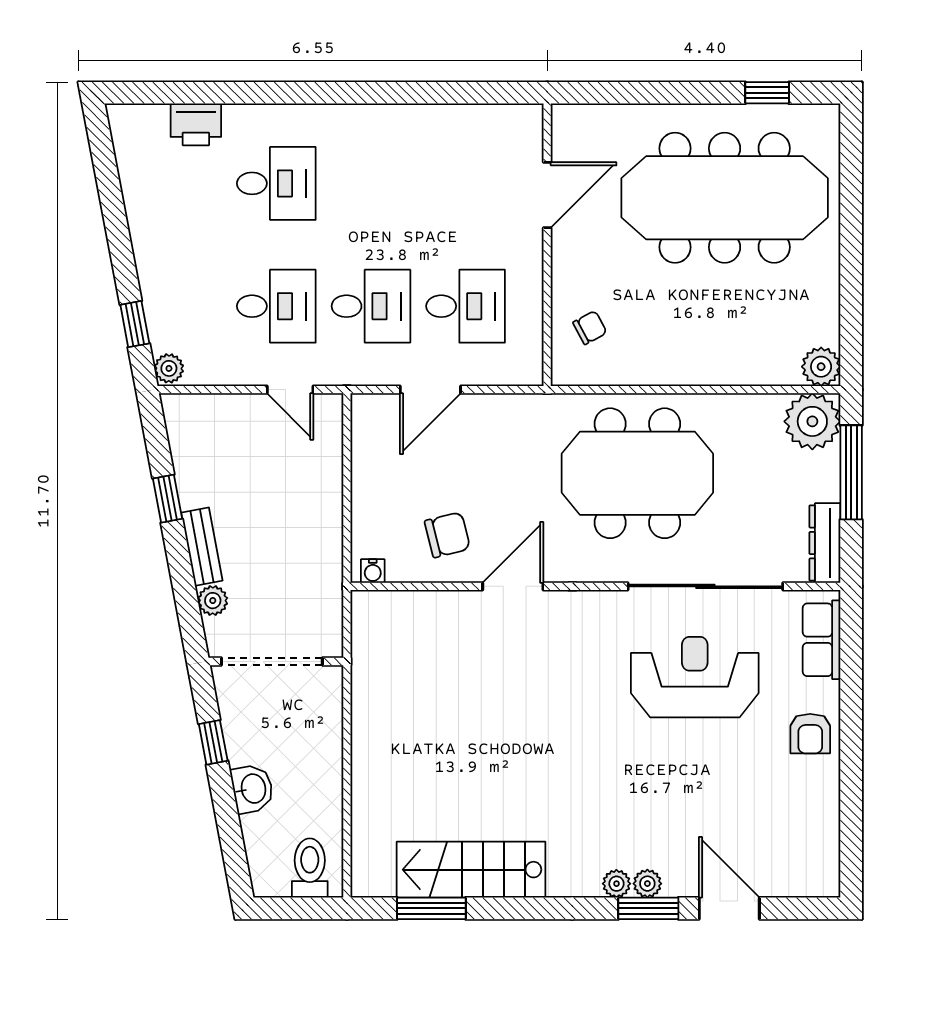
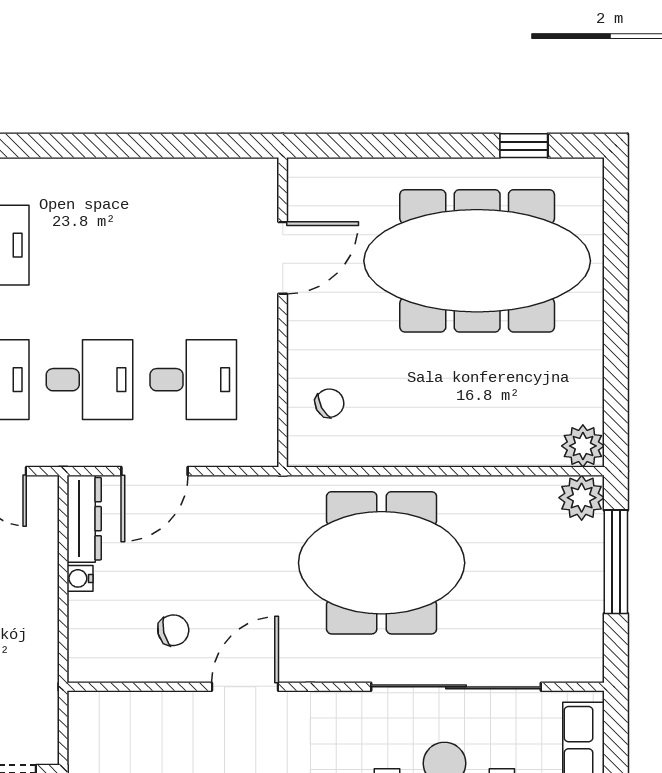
plant: (812, 421) -> (582, 498), width x0.73, depth x0.73
chair: (447, 535) -> (173, 630), width x0.73, depth x0.73
dresser: (825, 543) -> (84, 519), moved, turned 180
water cooler: (373, 571) -> (80, 578), moved, turned 90

